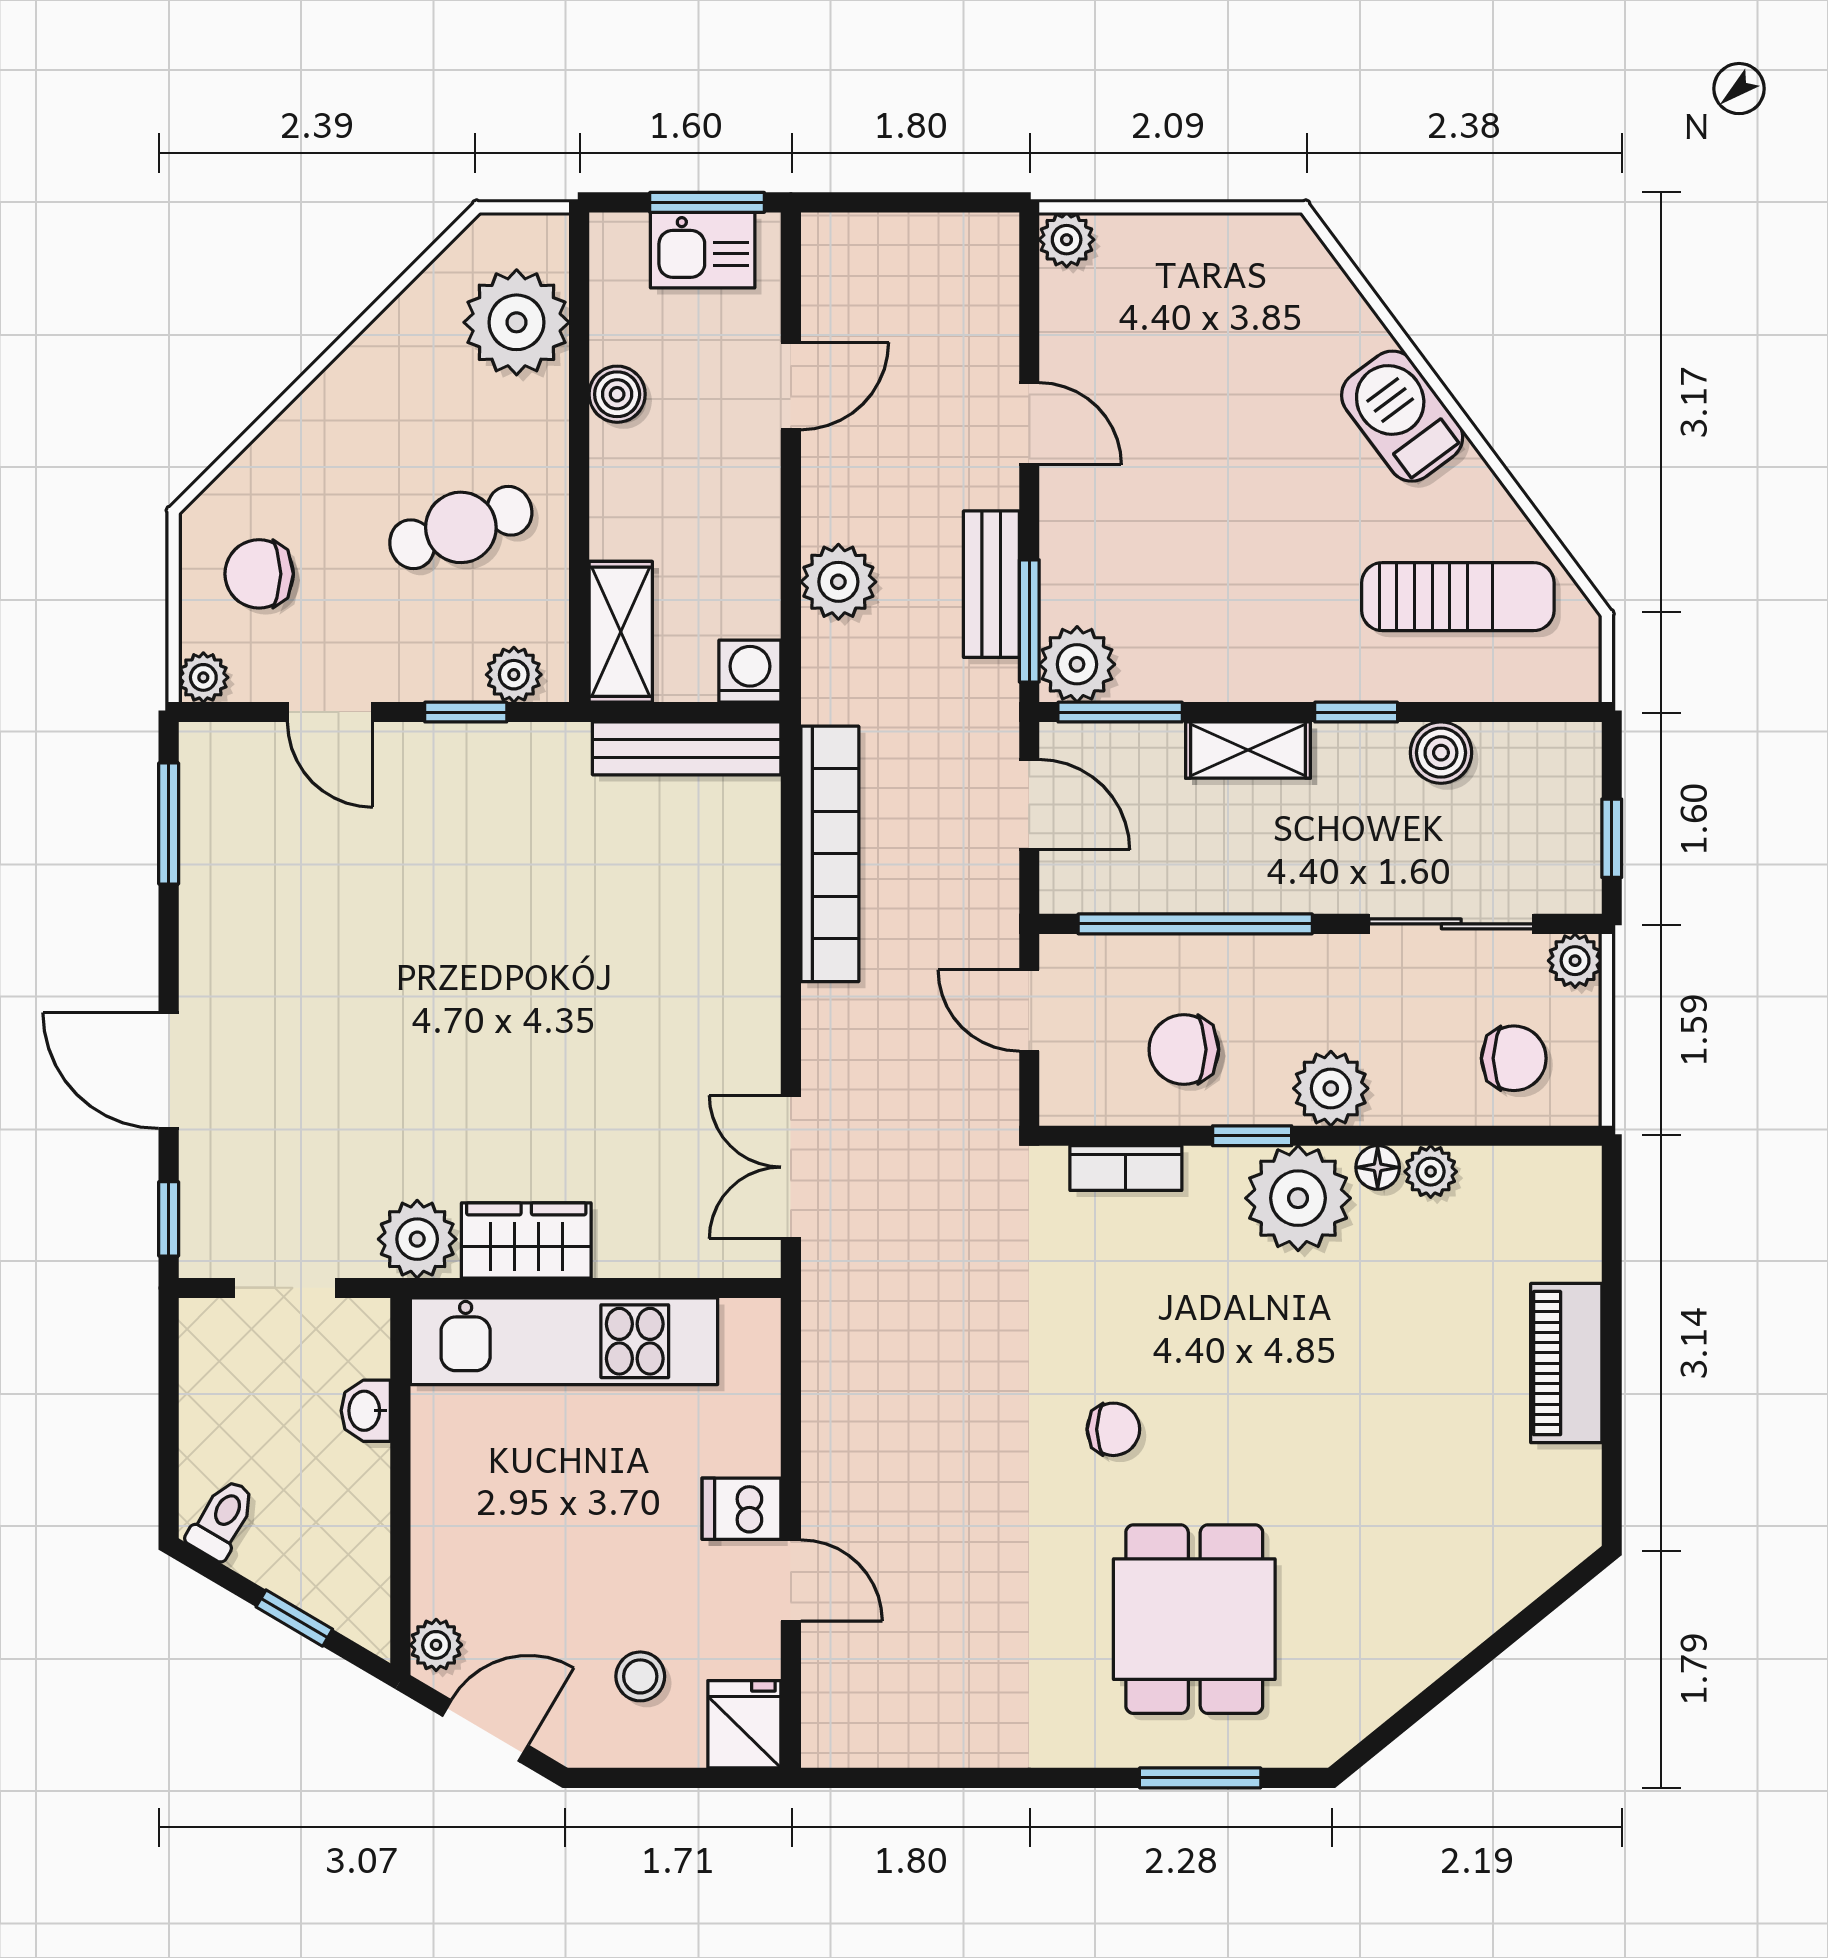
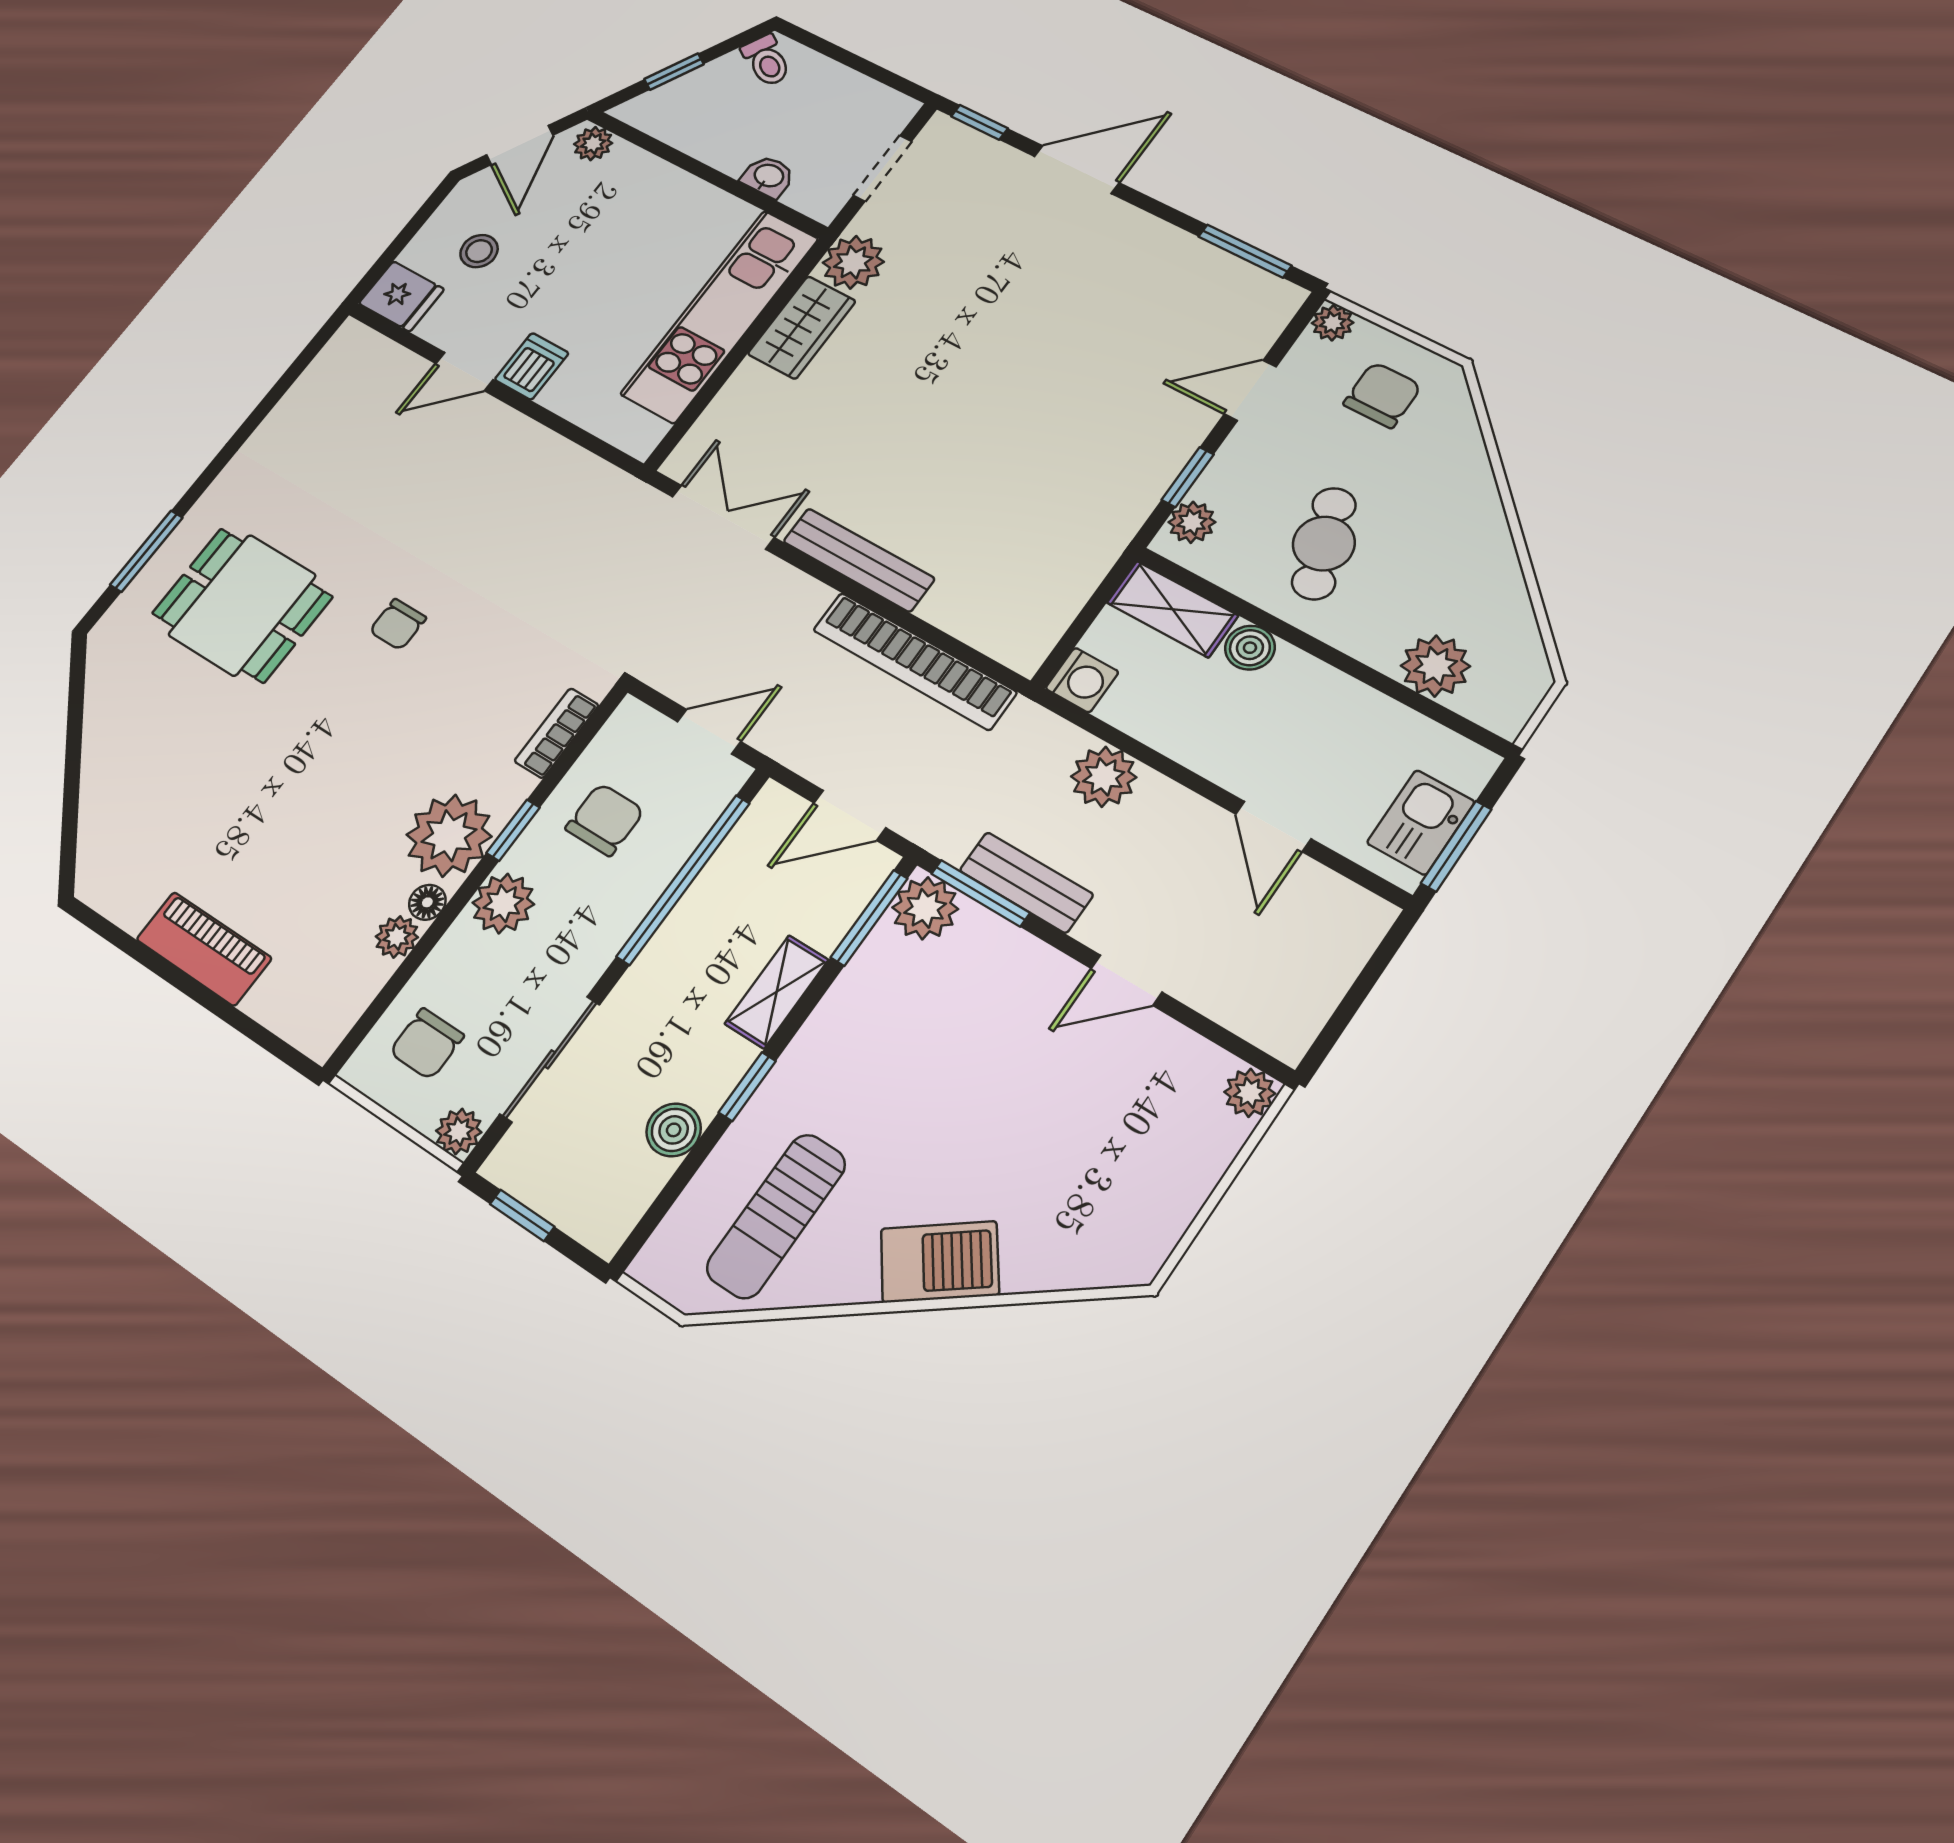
plant: (517, 322) -> (1435, 666), width x0.73, depth x0.73
boiler: (617, 394) -> (1250, 648), moved
bench: (687, 748) -> (859, 560), moved, turned 90

